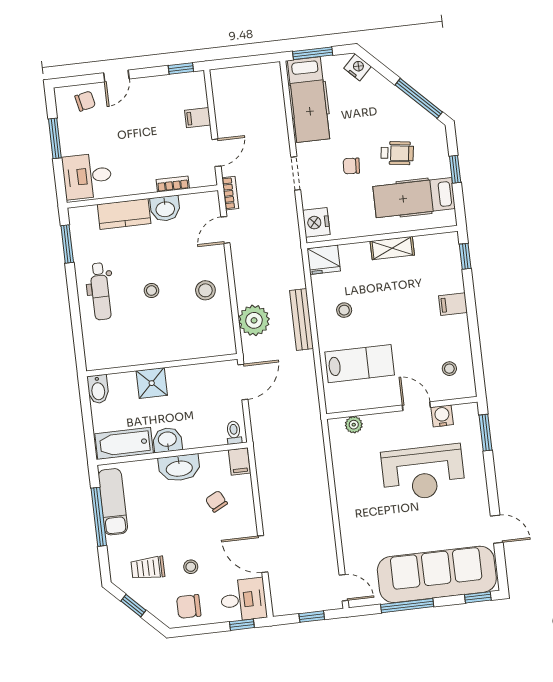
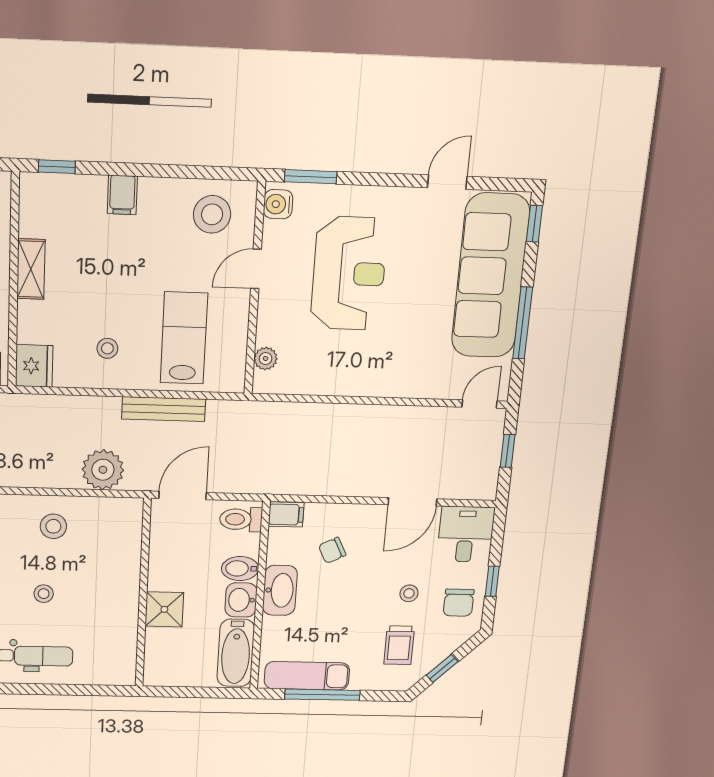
bench: (301, 320) -> (164, 409), moved
stool: (449, 369) -> (212, 214), width x1.89, depth x1.89
door: (243, 382) -> (183, 495), hinge flipped
bidet: (98, 389) -> (240, 569), moved, turned 180
water cooler: (442, 416) -> (278, 204), moved
toilet: (234, 432) -> (241, 519), width x1.37, depth x1.39
window: (242, 625) -> (492, 581), moved

